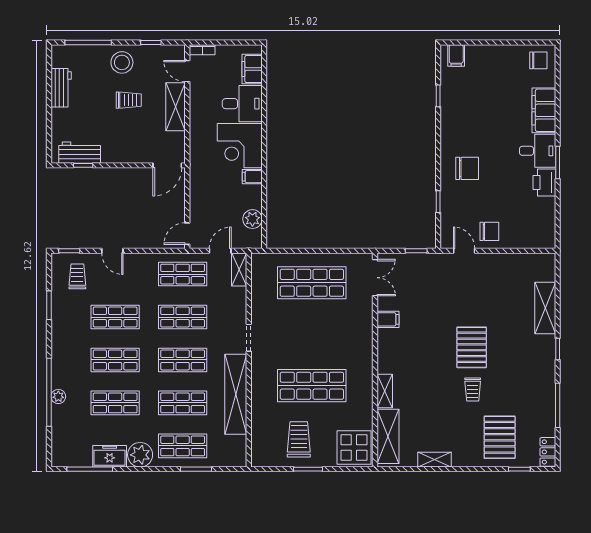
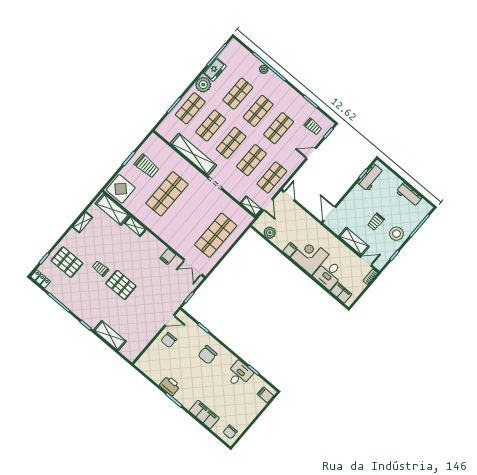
desk: (538, 151) -> (239, 374), moved, turned 180

